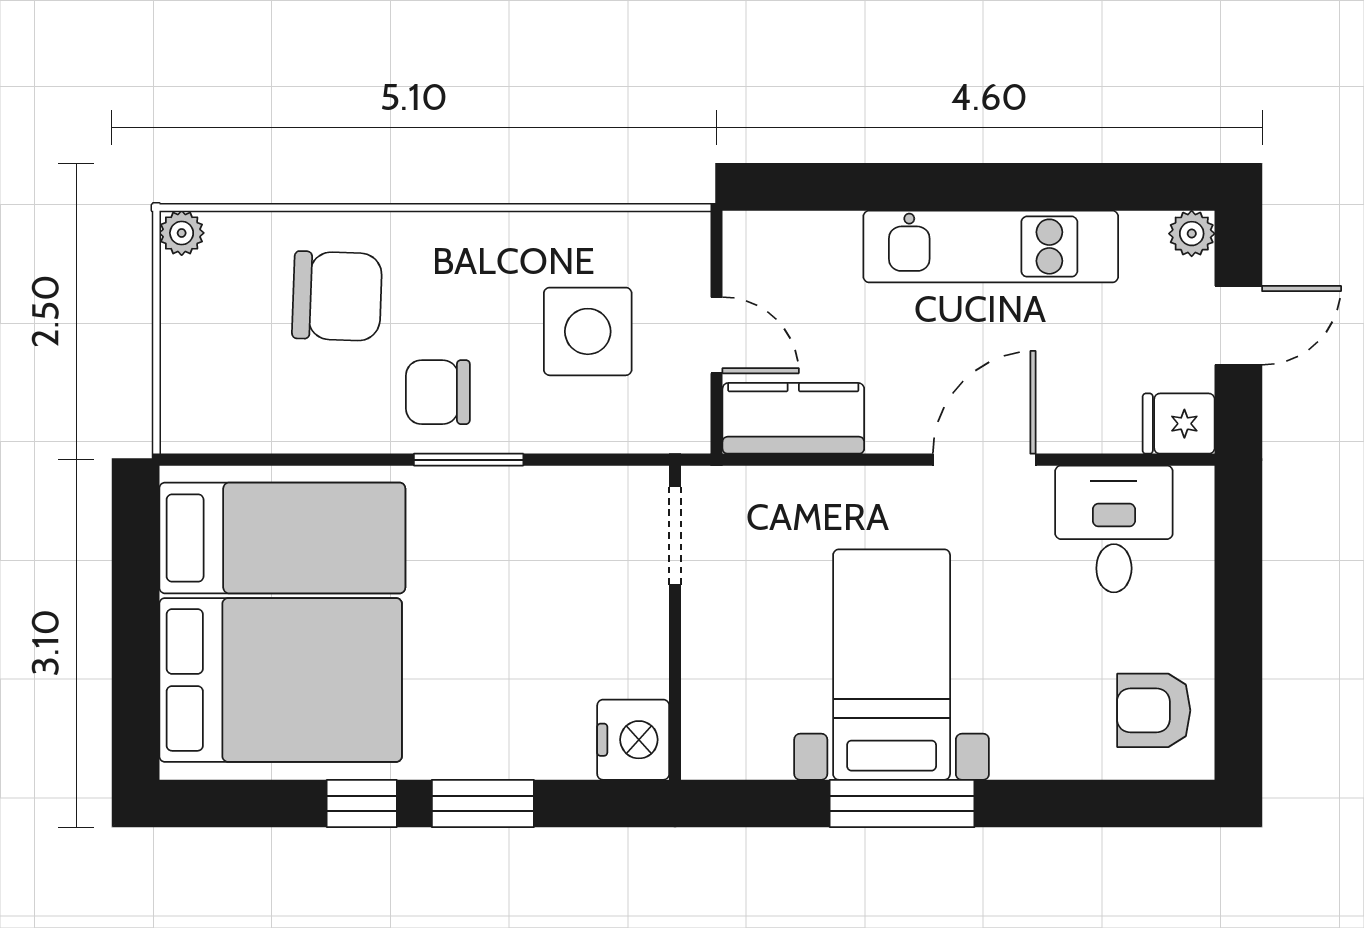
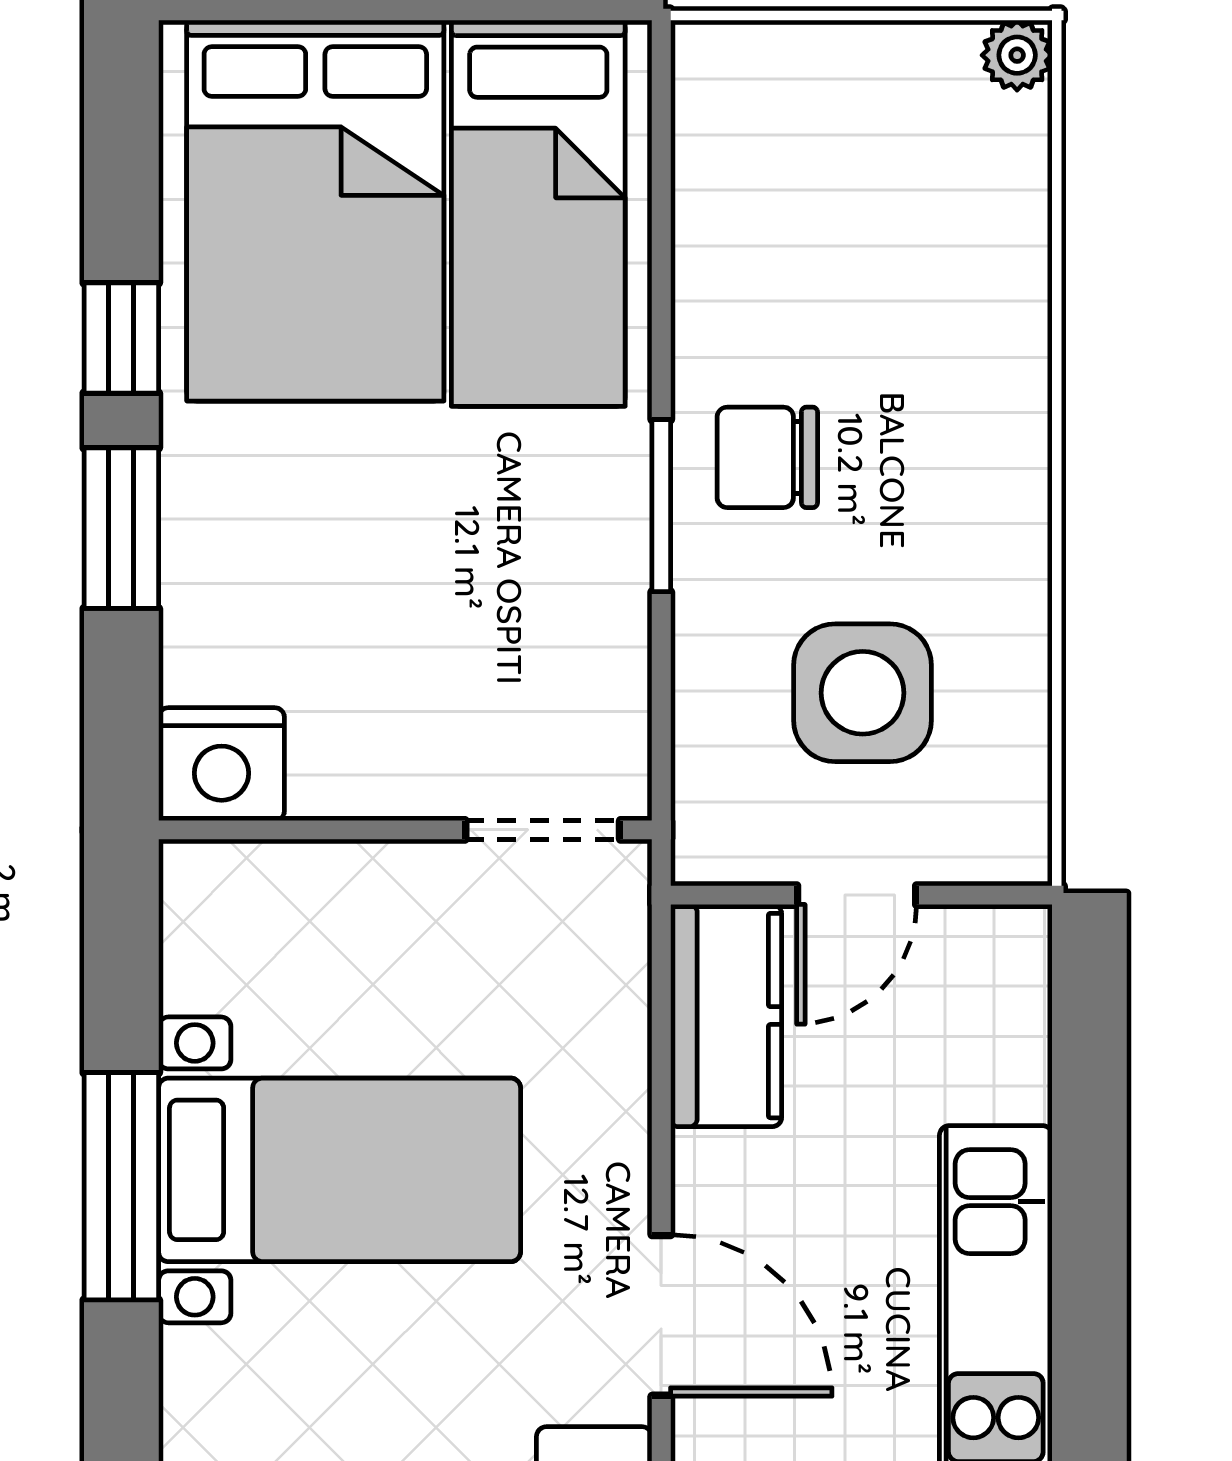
chair: (337, 296) -> (918, 299), removed
chair: (438, 392) -> (767, 457), turned -90

